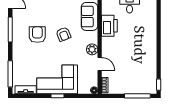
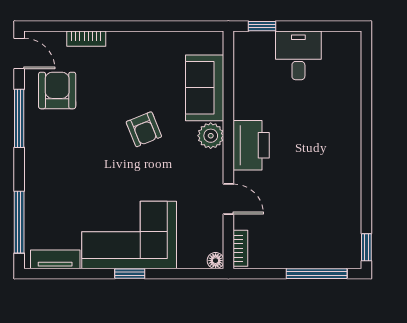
printer: (109, 26) -> (251, 145), moved
armchair: (37, 35) -> (57, 90), moved
plant: (92, 49) -> (211, 136), moved

